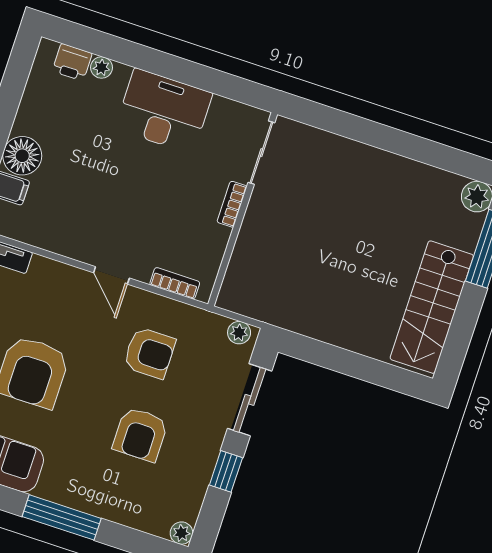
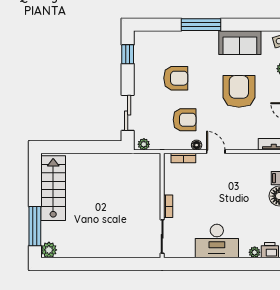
floor lamp: (143, 299) -> (197, 145), added
armchair: (149, 353) -> (185, 120), turned 180
armchair: (140, 434) -> (176, 78), turned 90
window: (226, 471) -> (128, 54), moved
plant: (181, 533) -> (139, 36), removed

